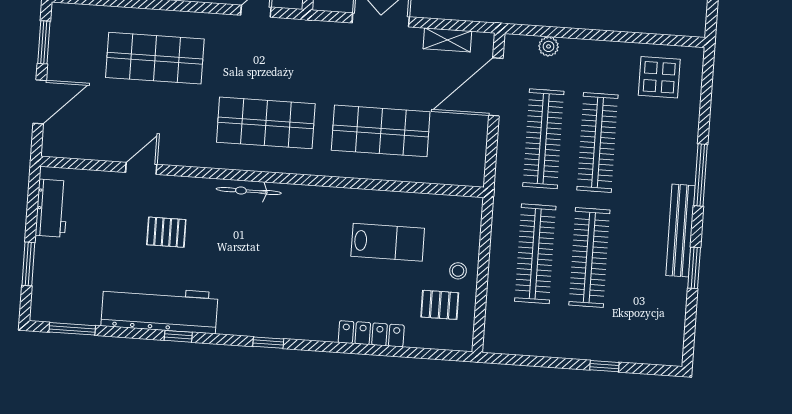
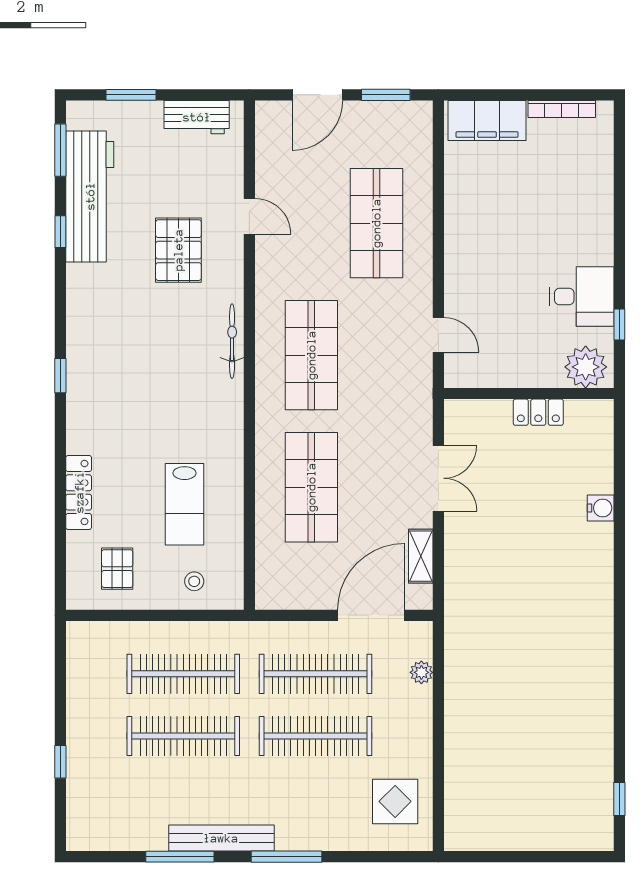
door: (496, 87) -> (371, 615), hinge flipped
door: (40, 102) -> (317, 95), hinge flipped
pallet: (166, 232) -> (178, 250), width x1.50, depth x1.42
window: (694, 268) -> (180, 857), width x1.44
stool: (458, 271) -> (194, 581), moved
workbench: (159, 309) -> (90, 196), moved
window: (178, 336) -> (60, 232), moved

